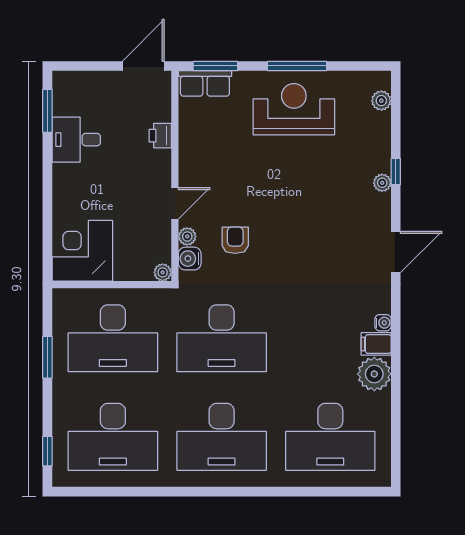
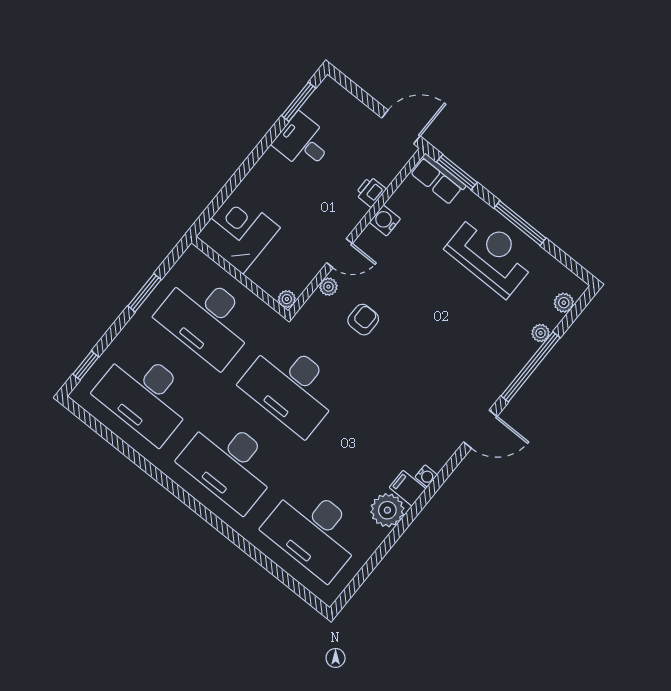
window: (396, 172) -> (531, 367), width x3.17
plant: (382, 183) -> (541, 333), moved
water cooler: (190, 259) -> (385, 220), moved

